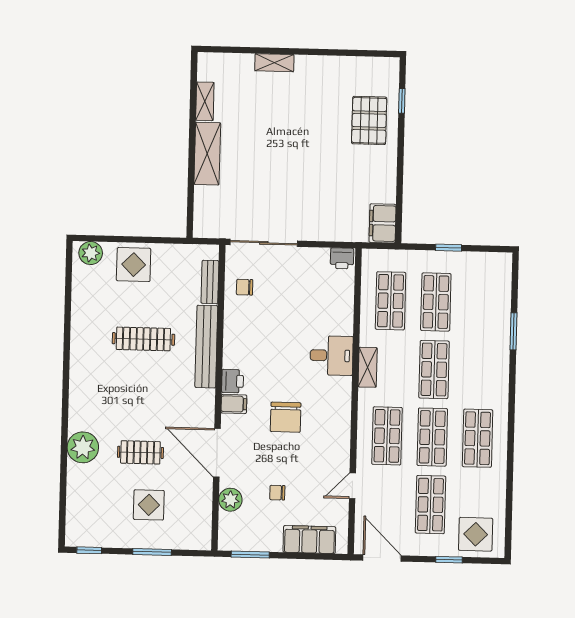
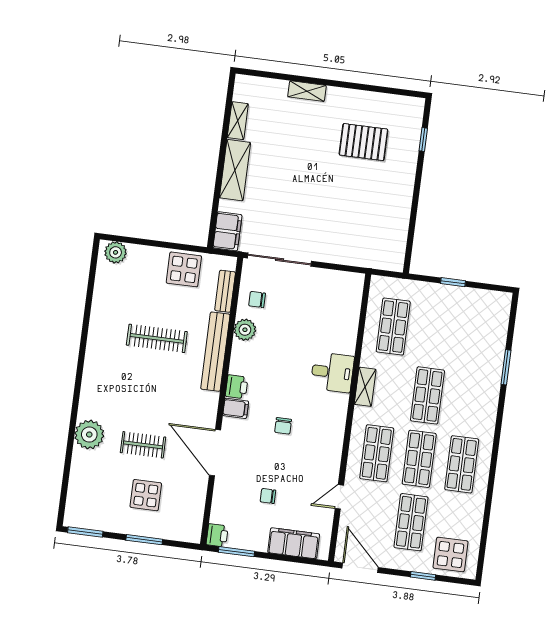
pallet: (369, 120) -> (363, 142), moved, turned 90
filing cabinet: (383, 223) -> (227, 231), moved, turned 180
printer: (342, 258) -> (217, 535), moved, turned -90
display table: (134, 265) -> (184, 269), moved
shop shelf: (436, 302) -> (436, 332), removed
chair: (286, 417) -> (283, 426), width x0.54, depth x0.54
plant: (230, 500) -> (245, 330), moved
window: (89, 550) -> (85, 532), width x1.50

